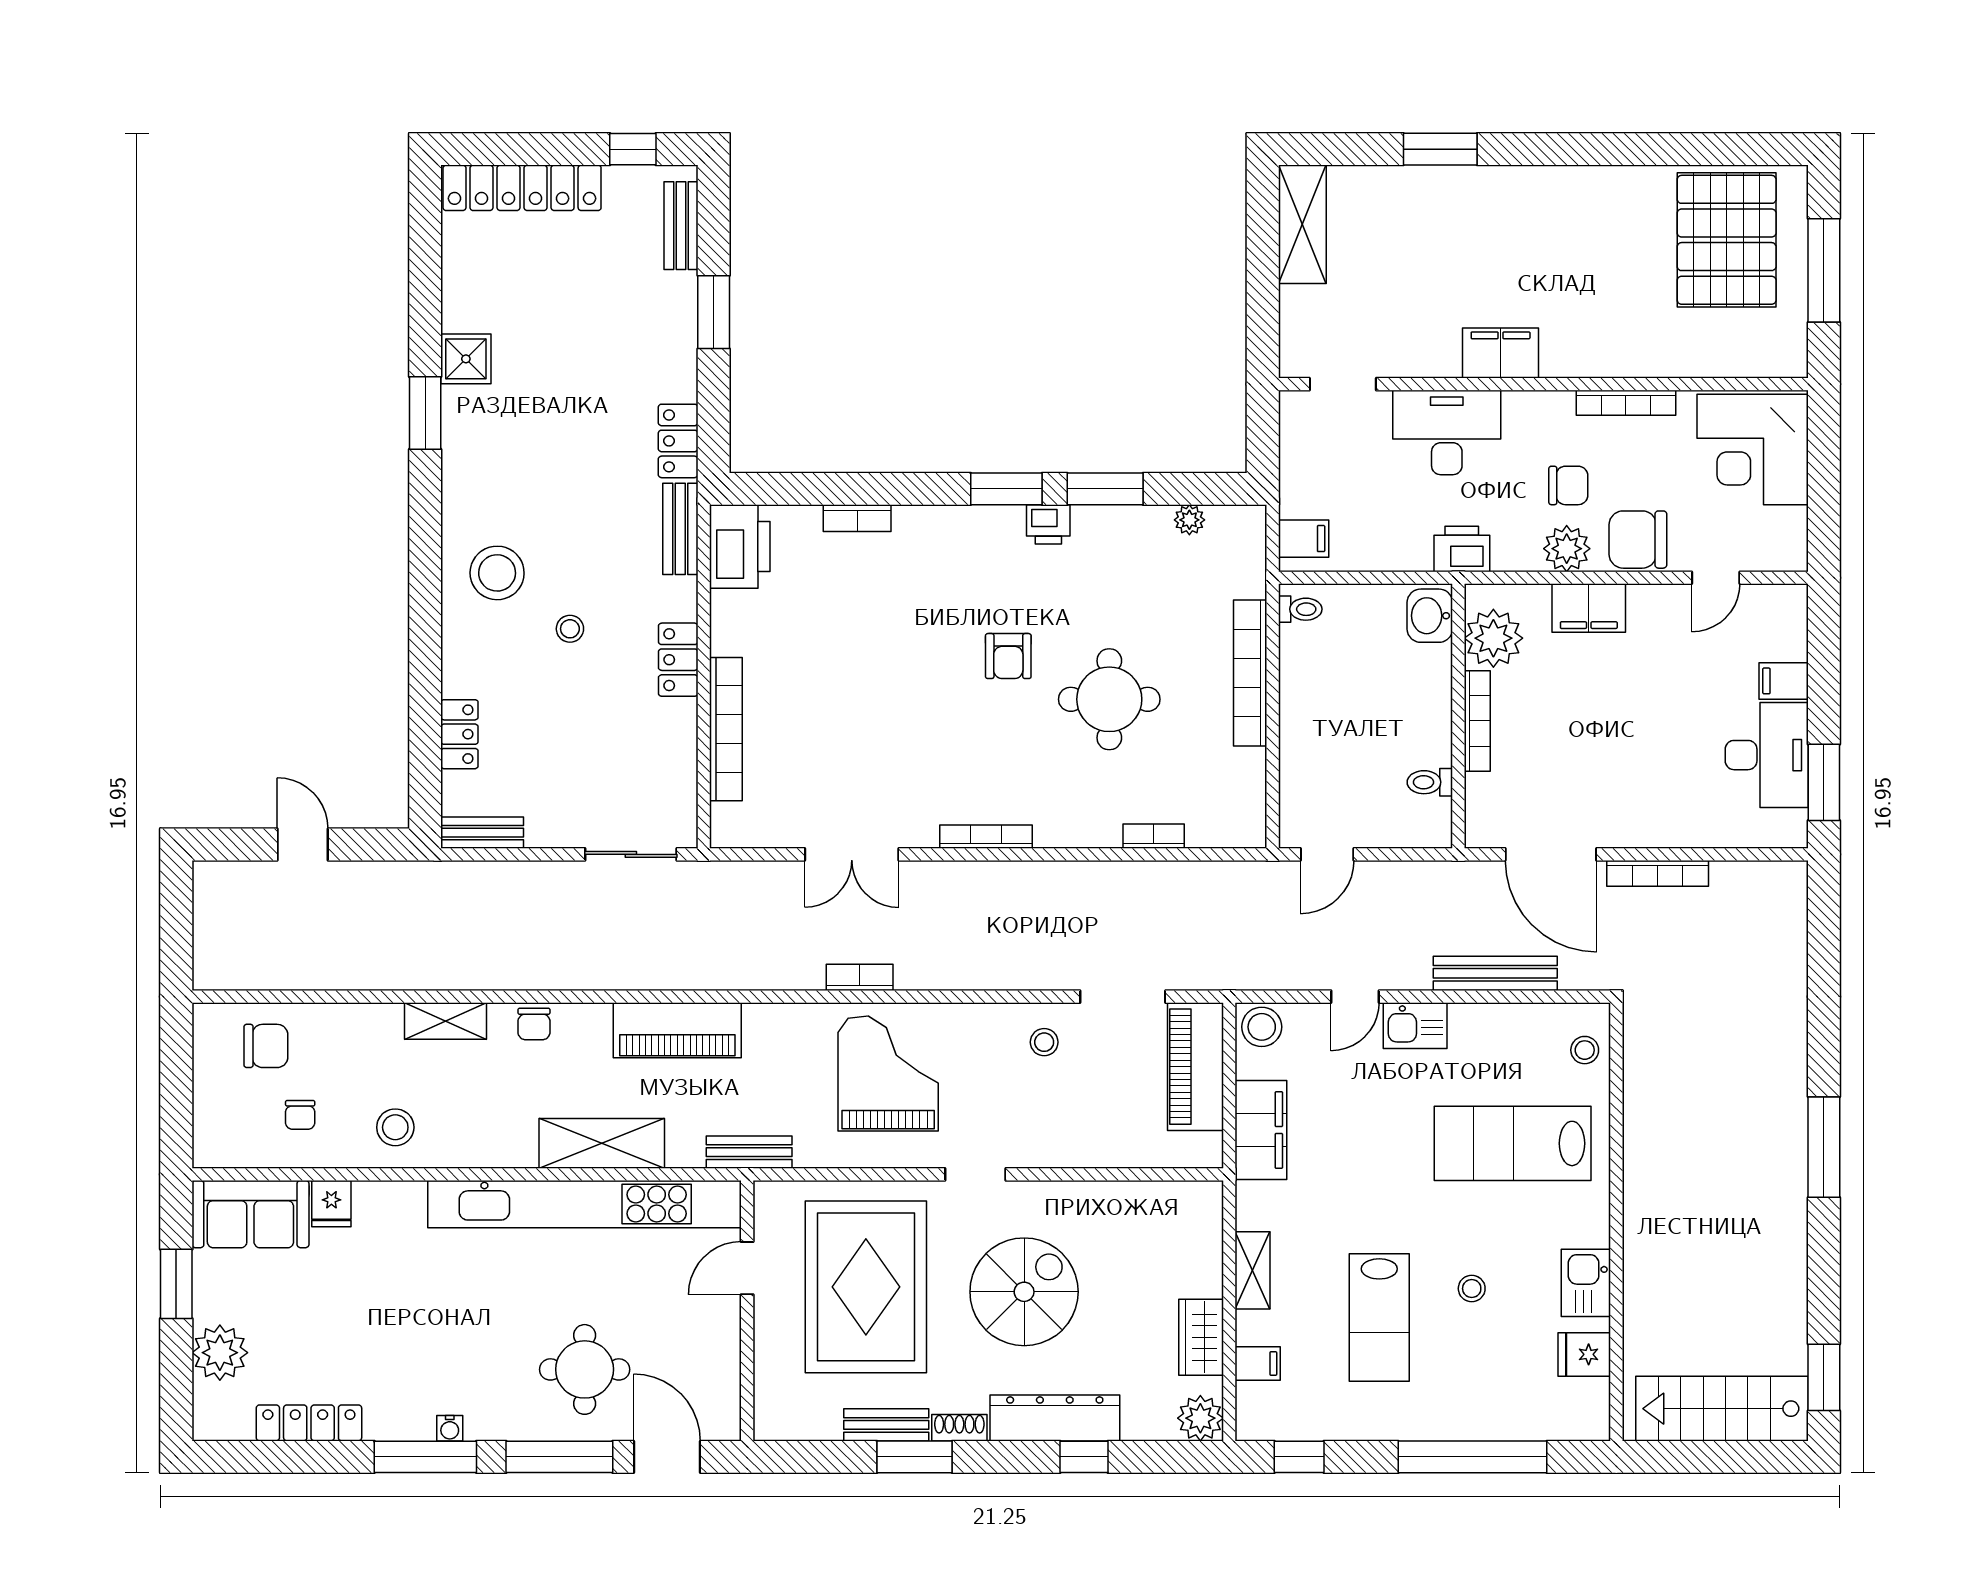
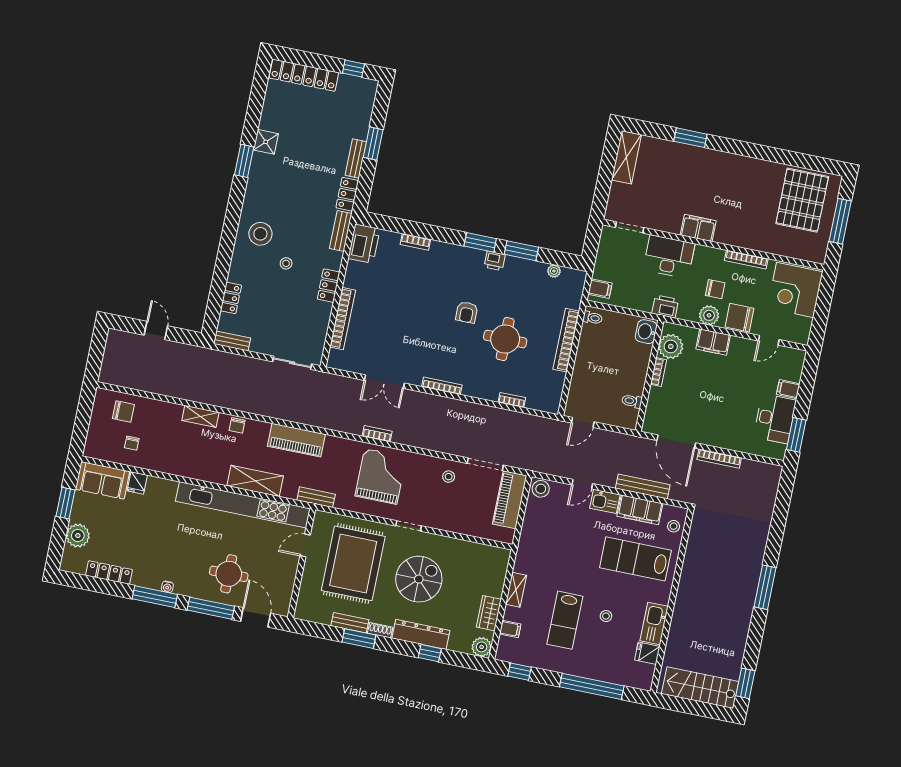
bench: (681, 226) -> (356, 159), moved
bookcase: (1477, 721) -> (658, 372), width x0.64
stool: (395, 1127) -> (170, 457), removed
filing cabinet: (1261, 1130) -> (640, 510), moved, turned 90
kitchen sink: (1586, 1283) -> (654, 624), width x1.38

